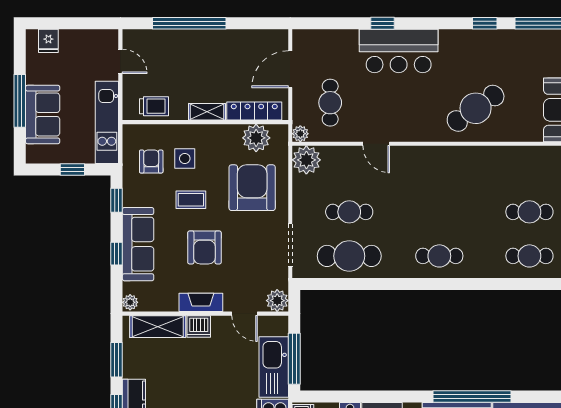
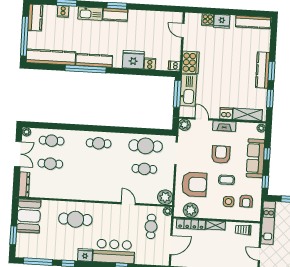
fridge: (453, 41) -> (85, 255), added
cafe table: (476, 108) -> (75, 219), turned 35
armchair: (252, 188) -> (194, 184), turned -90

